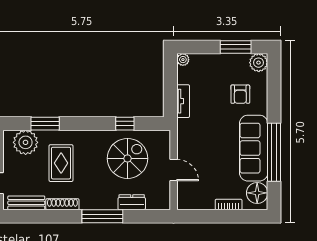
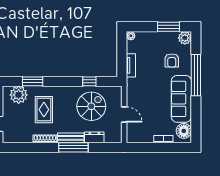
window: (274, 152) -> (196, 75), moved
bench: (26, 203) -> (71, 138), moved

